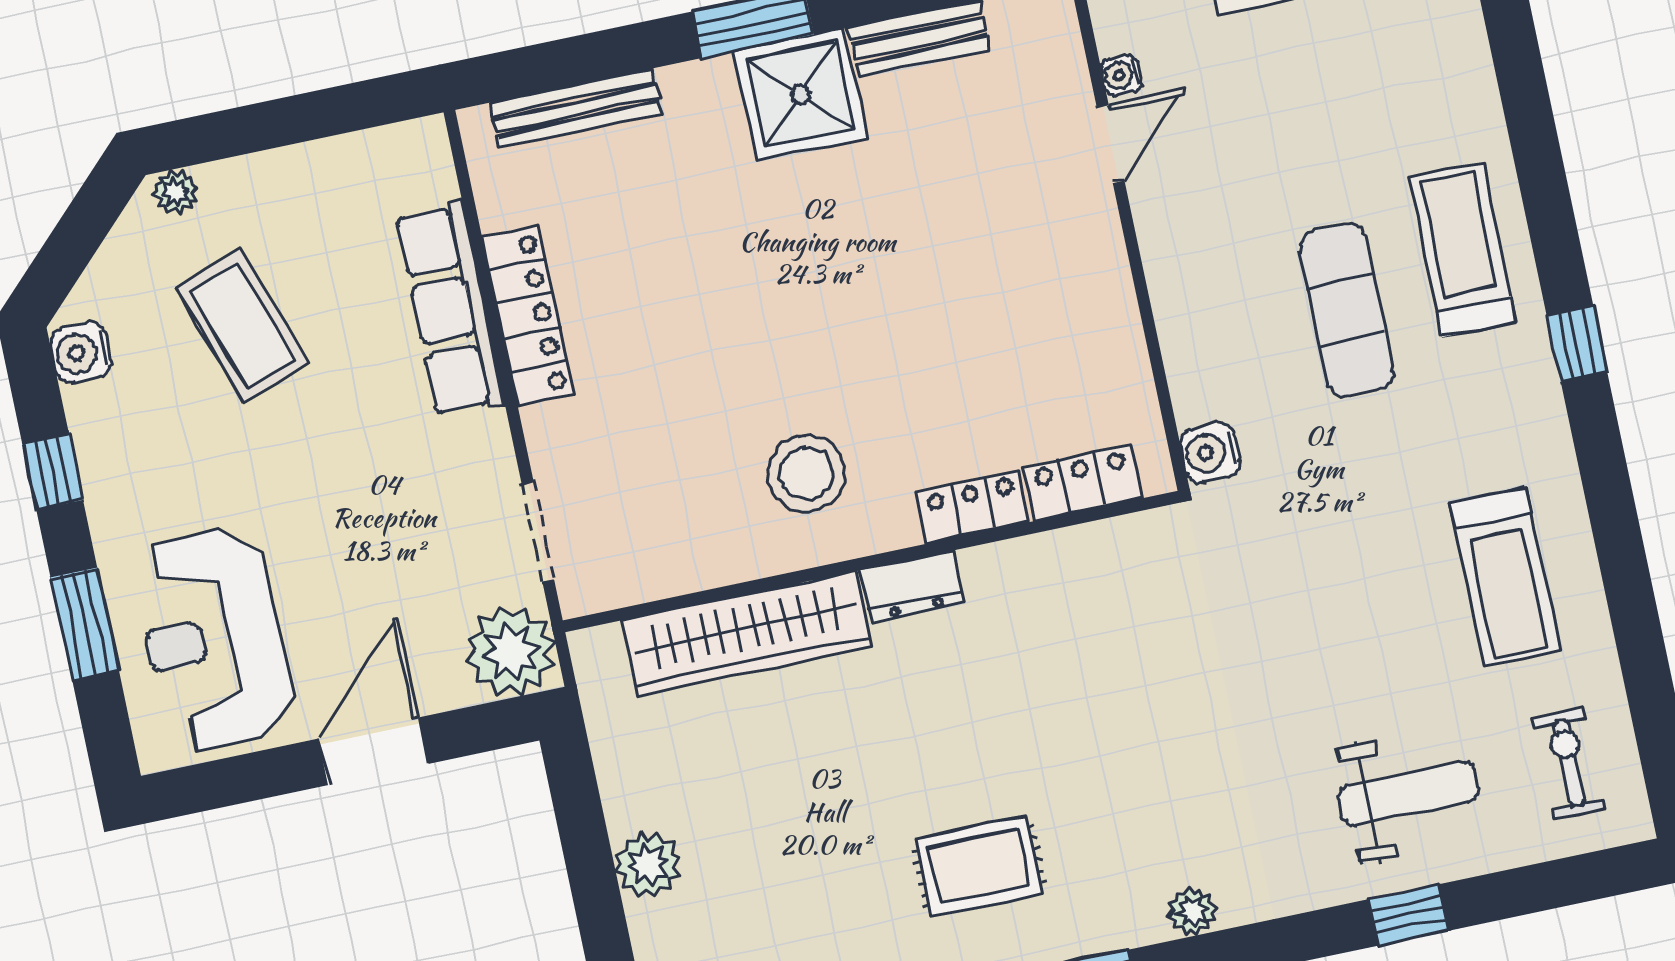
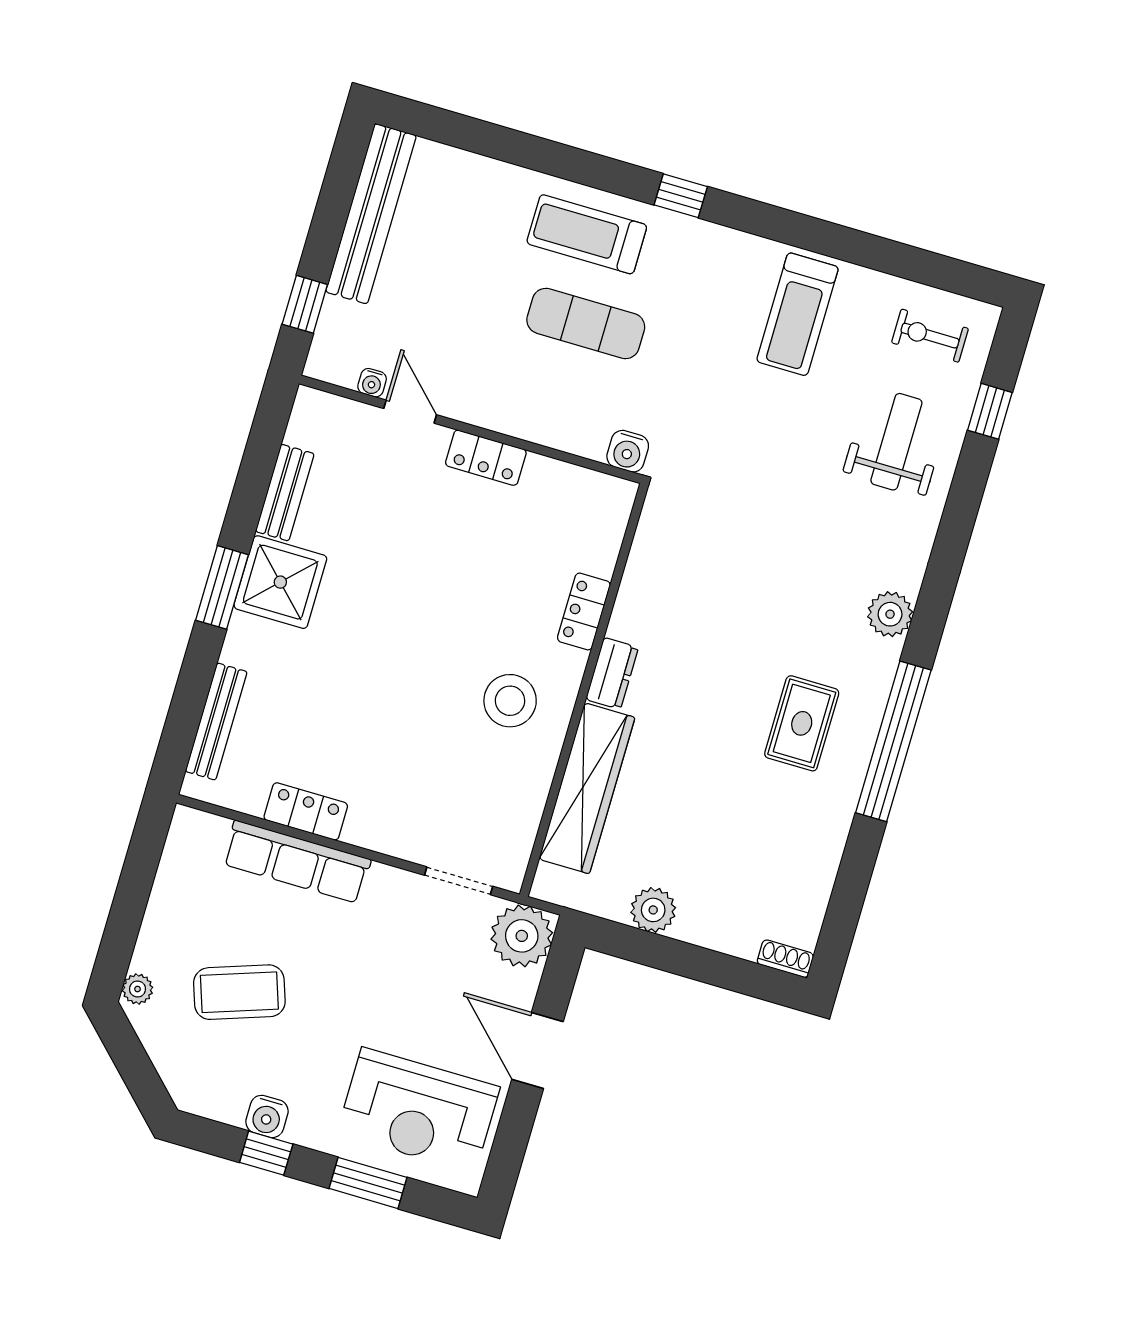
locker: (528, 316) -> (306, 811), width x0.66
water cooler: (81, 352) -> (267, 1116), moved
locker: (1082, 483) -> (486, 458), moved, turned -90
treadmill: (1505, 577) -> (797, 314), turned 90
plant: (648, 865) -> (653, 910), moved
plant: (1192, 912) -> (890, 614), width x1.38, depth x1.38
window: (1408, 915) -> (990, 411), moved

